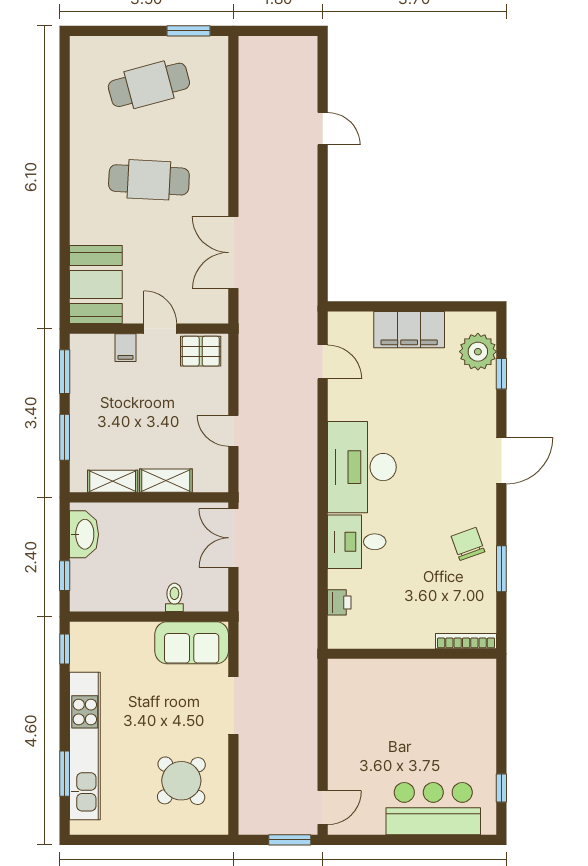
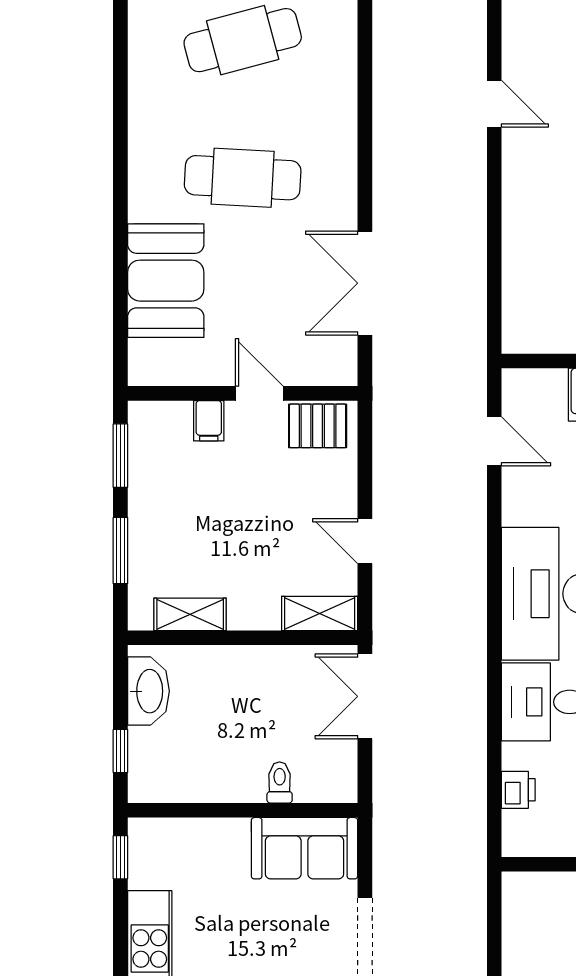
booth: (96, 284) -> (166, 281), moved
shelving: (166, 481) -> (320, 613), moved

